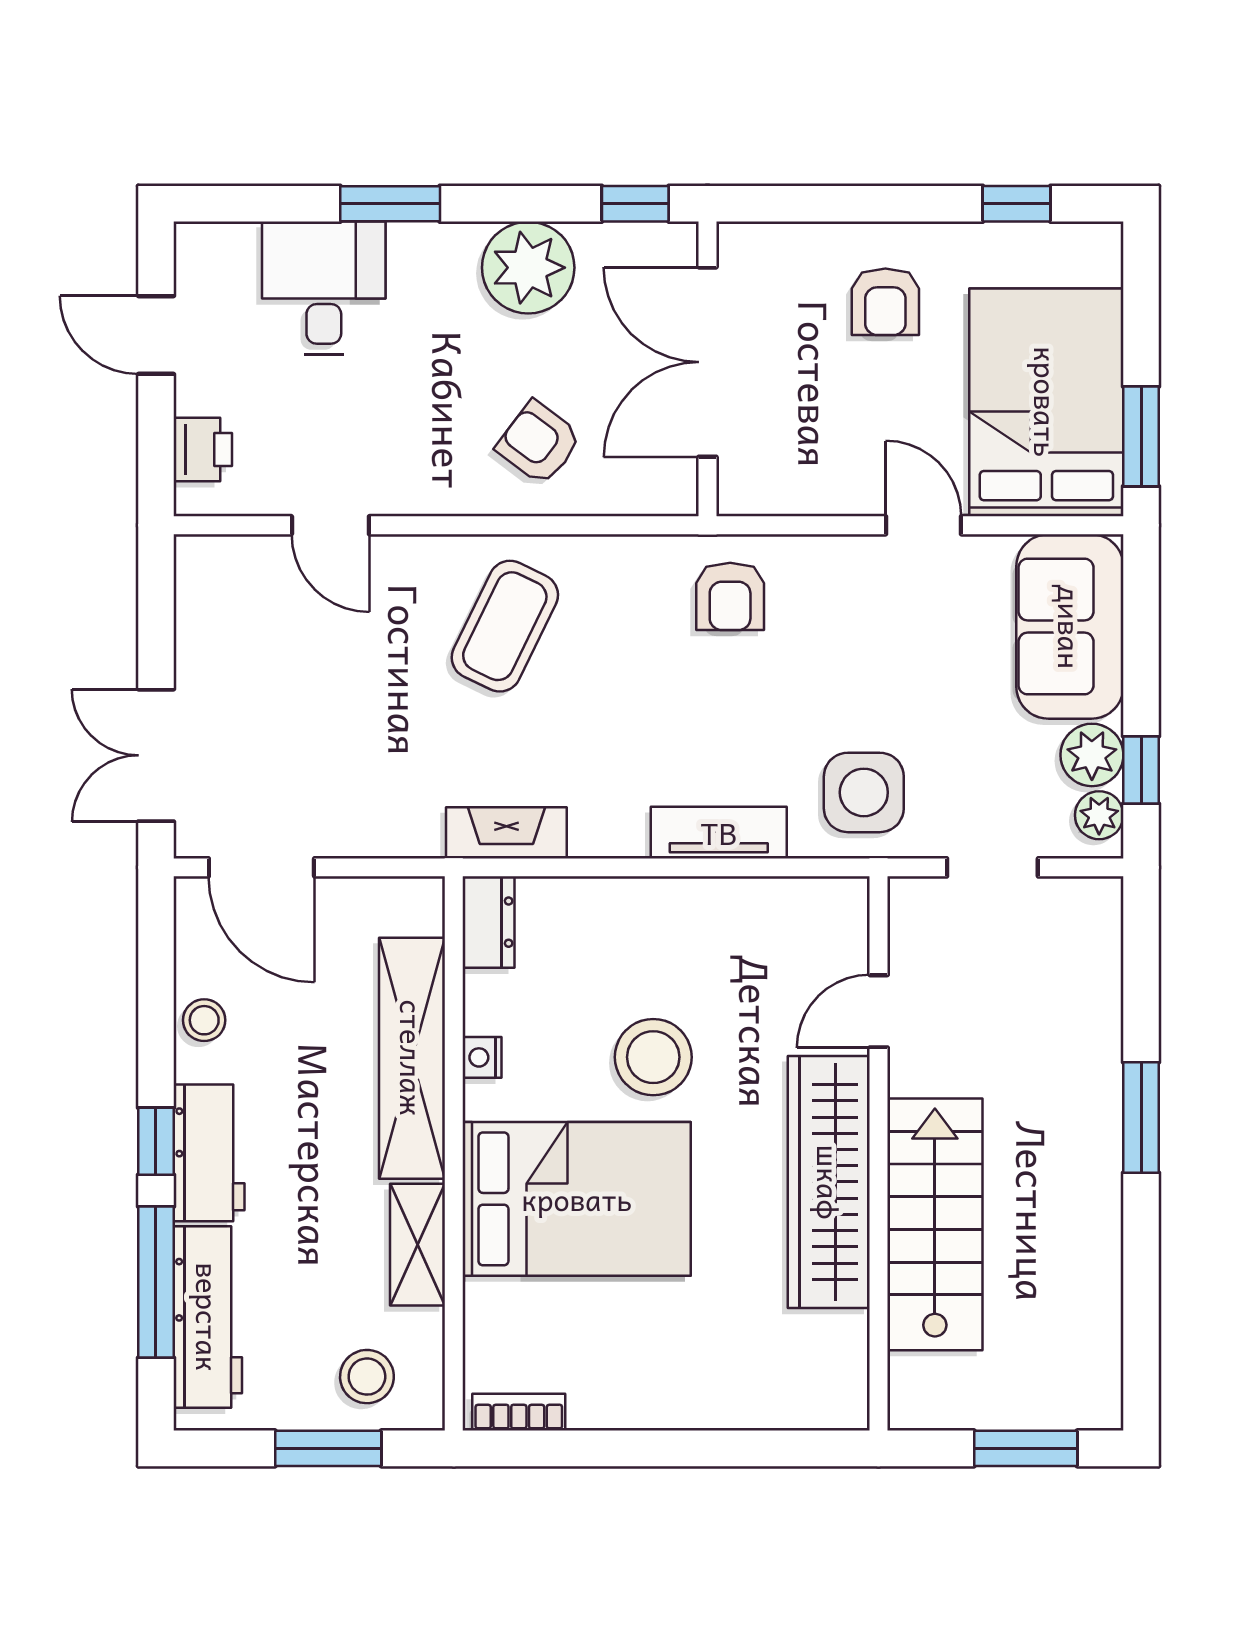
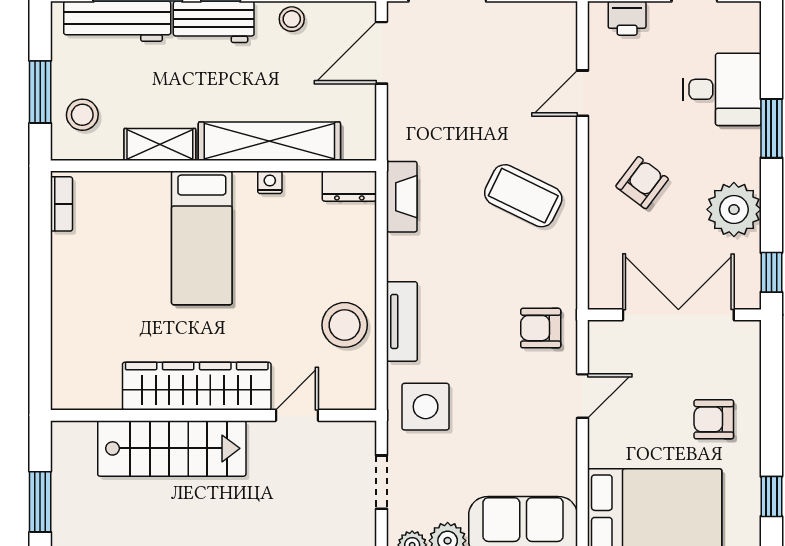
armchair: (539, 443) -> (642, 183), moved
door: (923, 525) -> (583, 396), moved
door: (879, 1011) -> (297, 415), hinge flipped
stool: (653, 1057) -> (345, 325), moved
bed: (577, 1199) -> (202, 238), width x0.67

